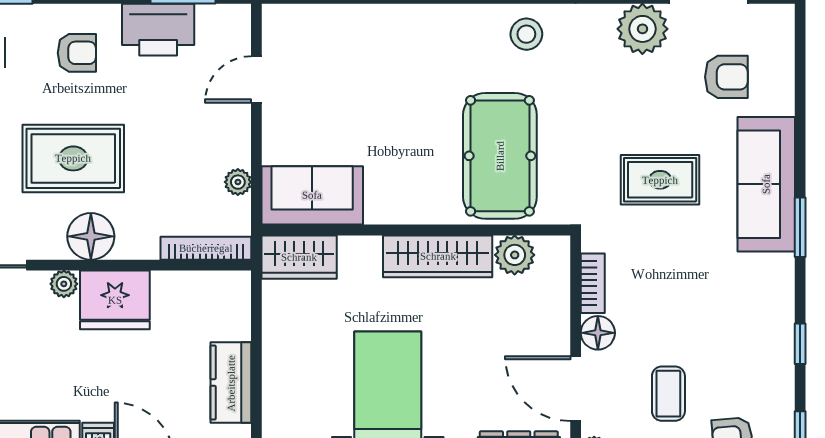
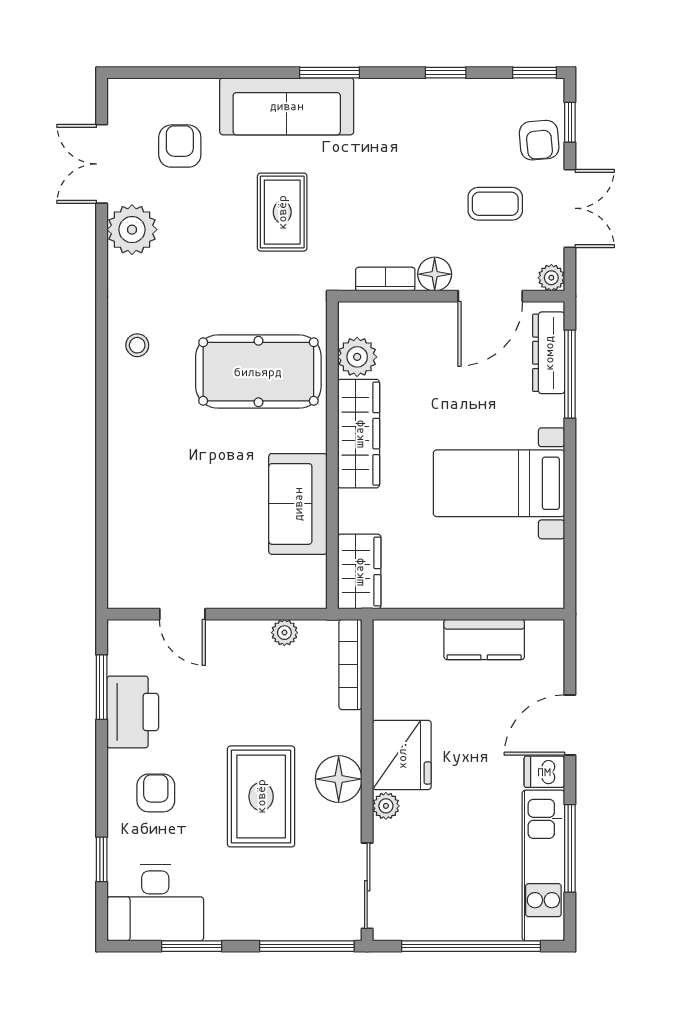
stool: (526, 34) -> (137, 345), width x0.73, depth x0.73
sofa: (312, 195) -> (298, 504), moved

